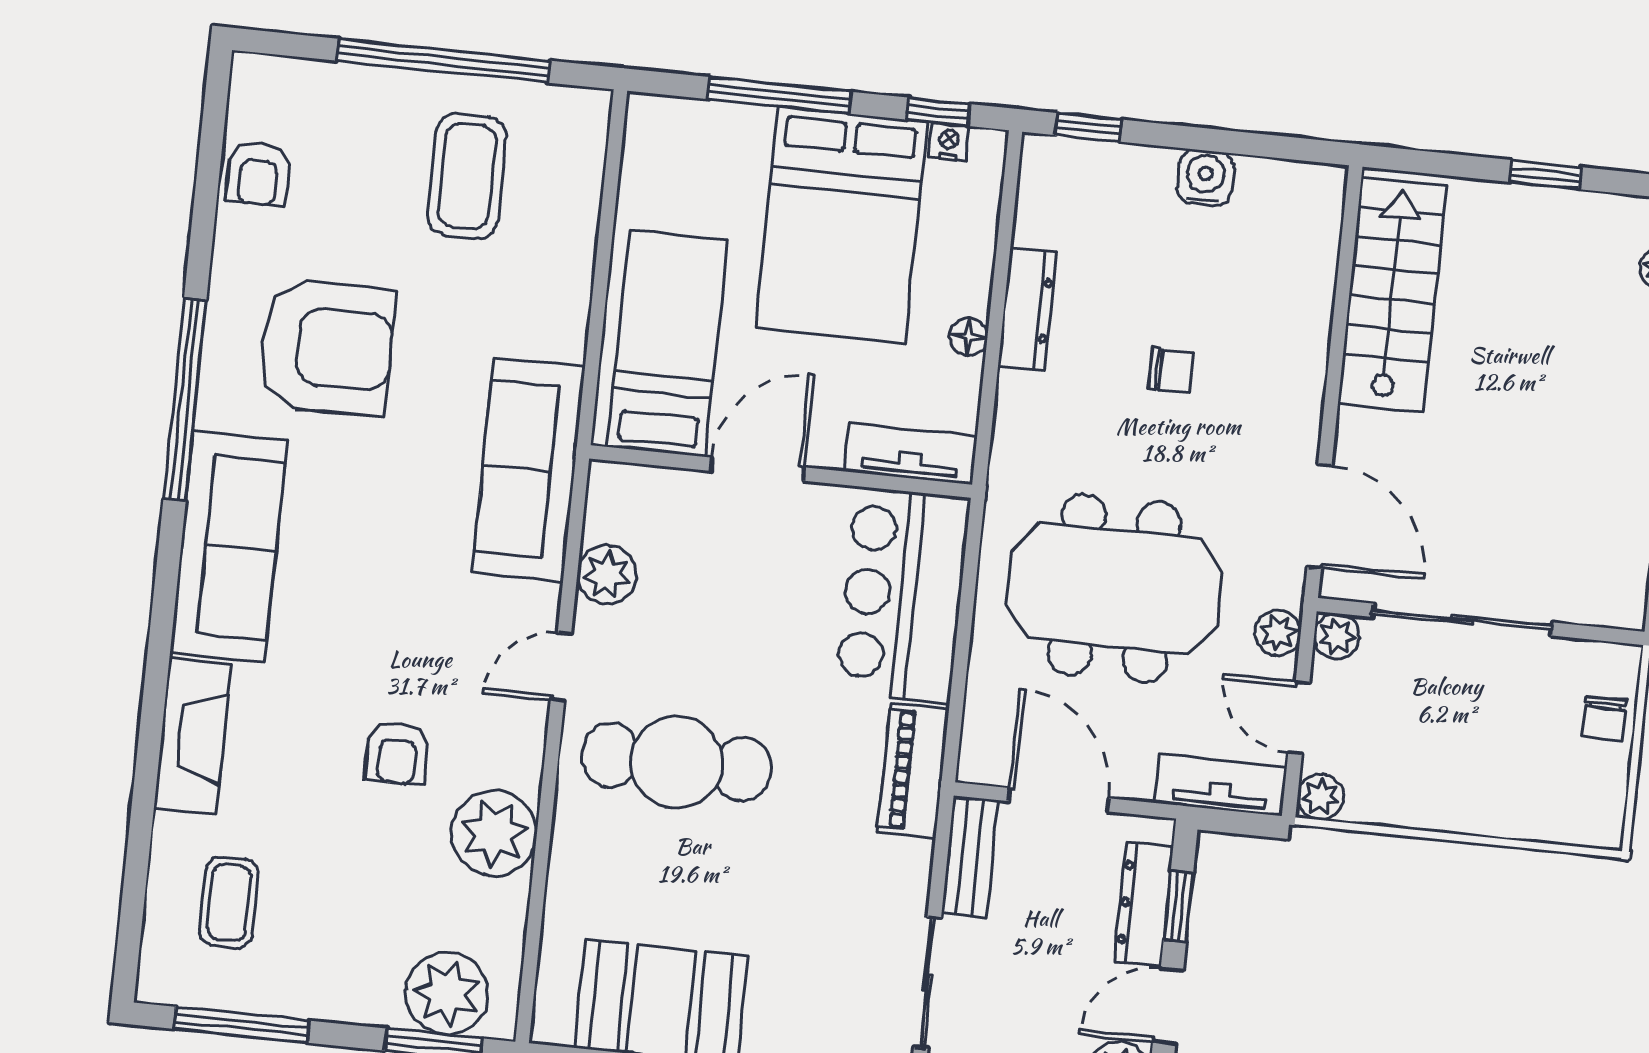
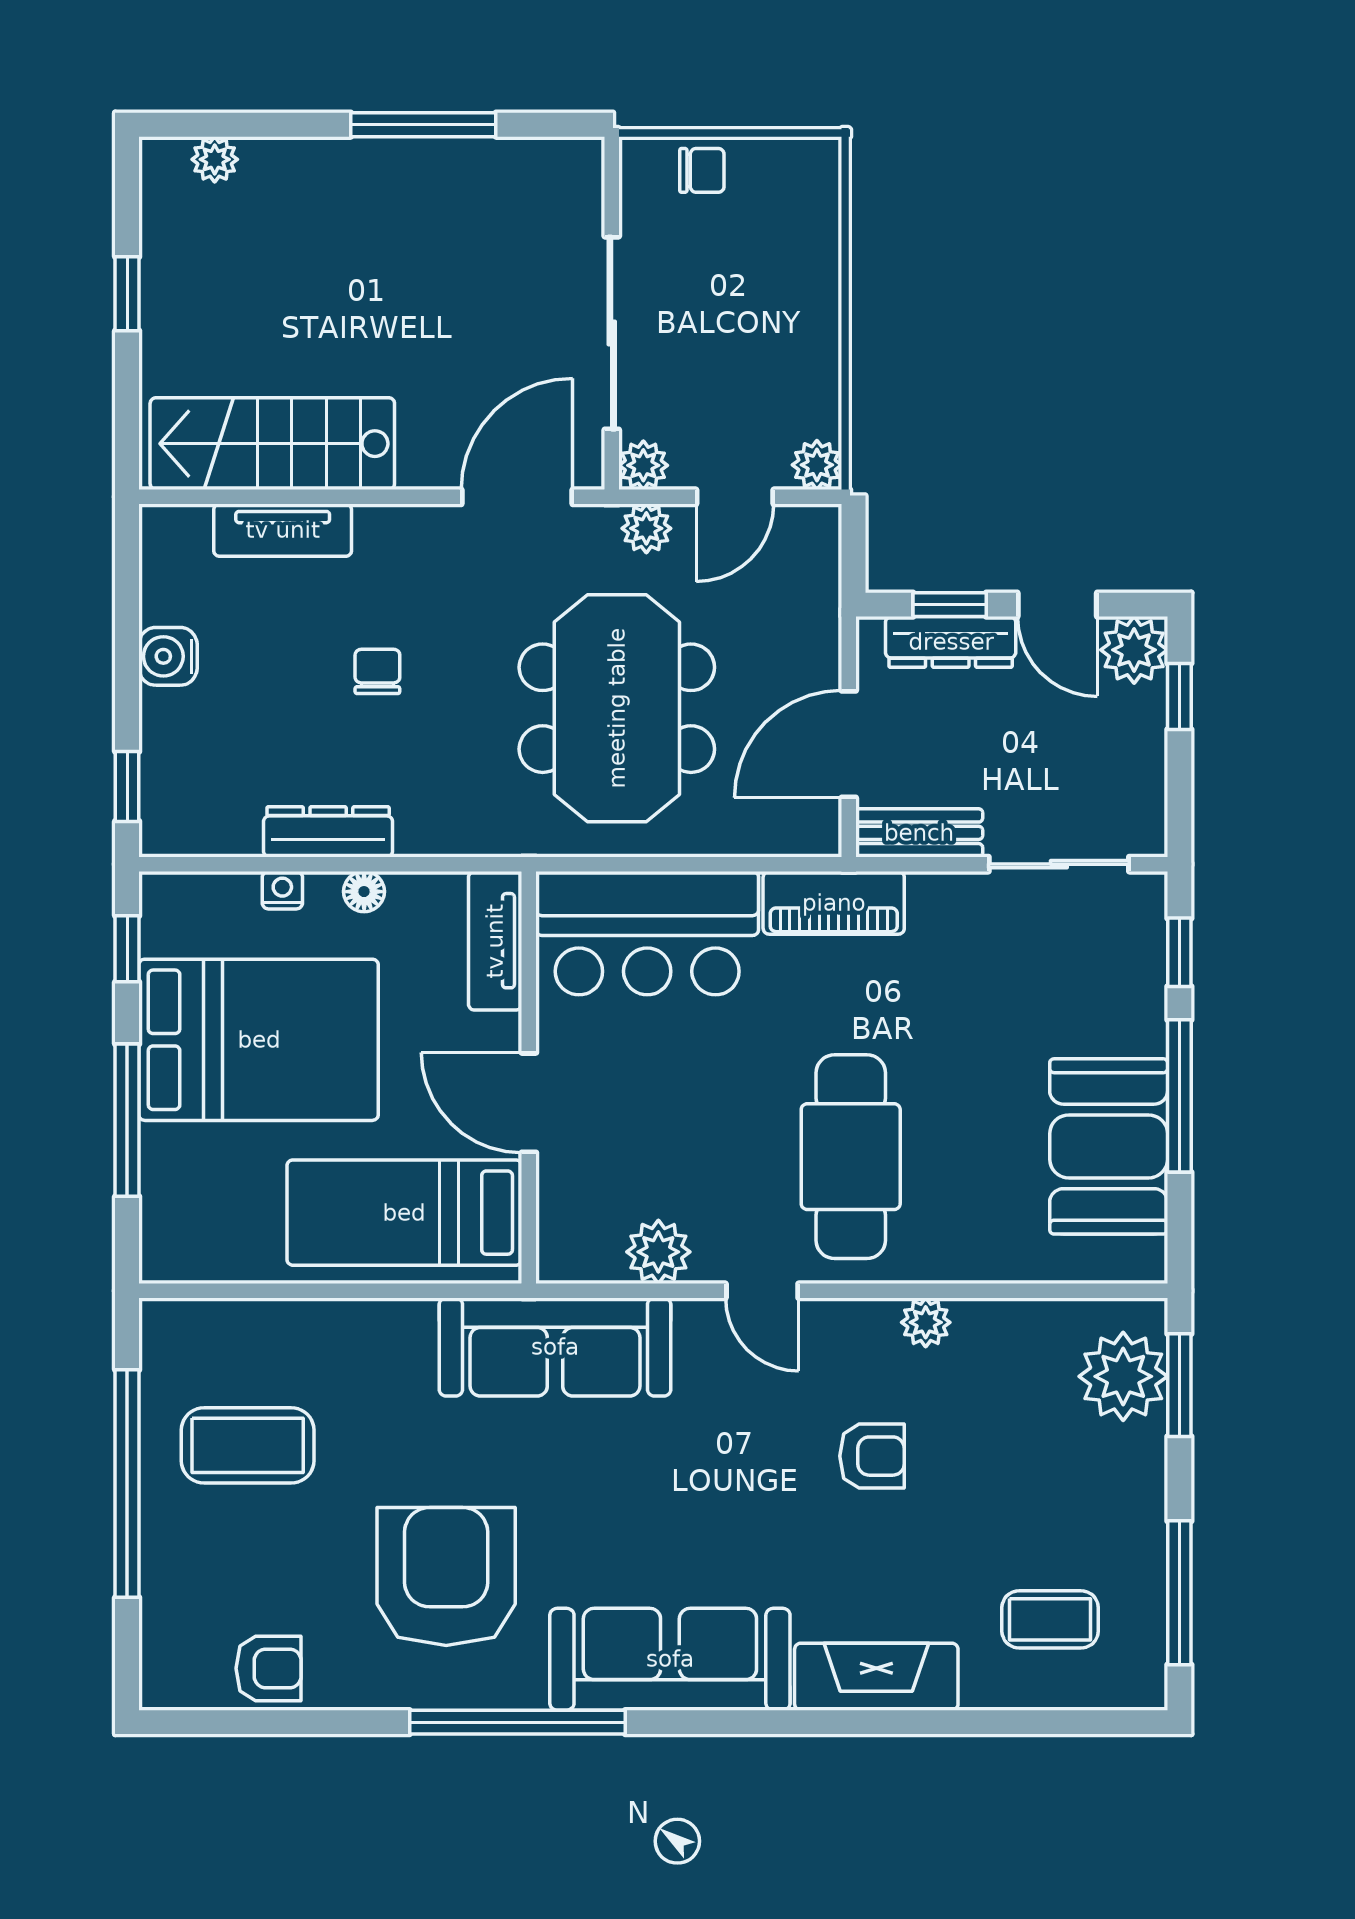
nightstand: (949, 142) -> (282, 890), moved, turned 90
tv unit: (1221, 785) -> (283, 530), moved, turned -90
plant: (494, 833) -> (926, 1322), width x0.53, depth x0.53

